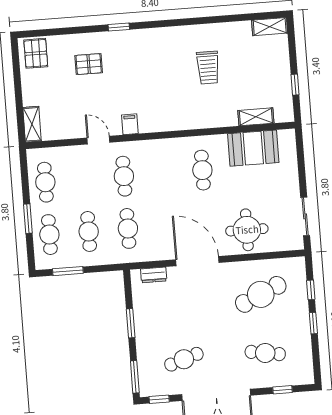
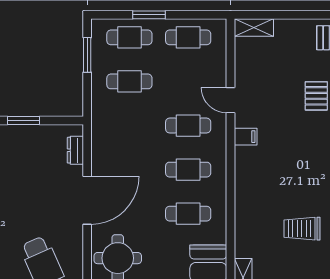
door: (98, 140) -> (230, 100), swing flipped
cafe table: (128, 228) -> (188, 170), moved

